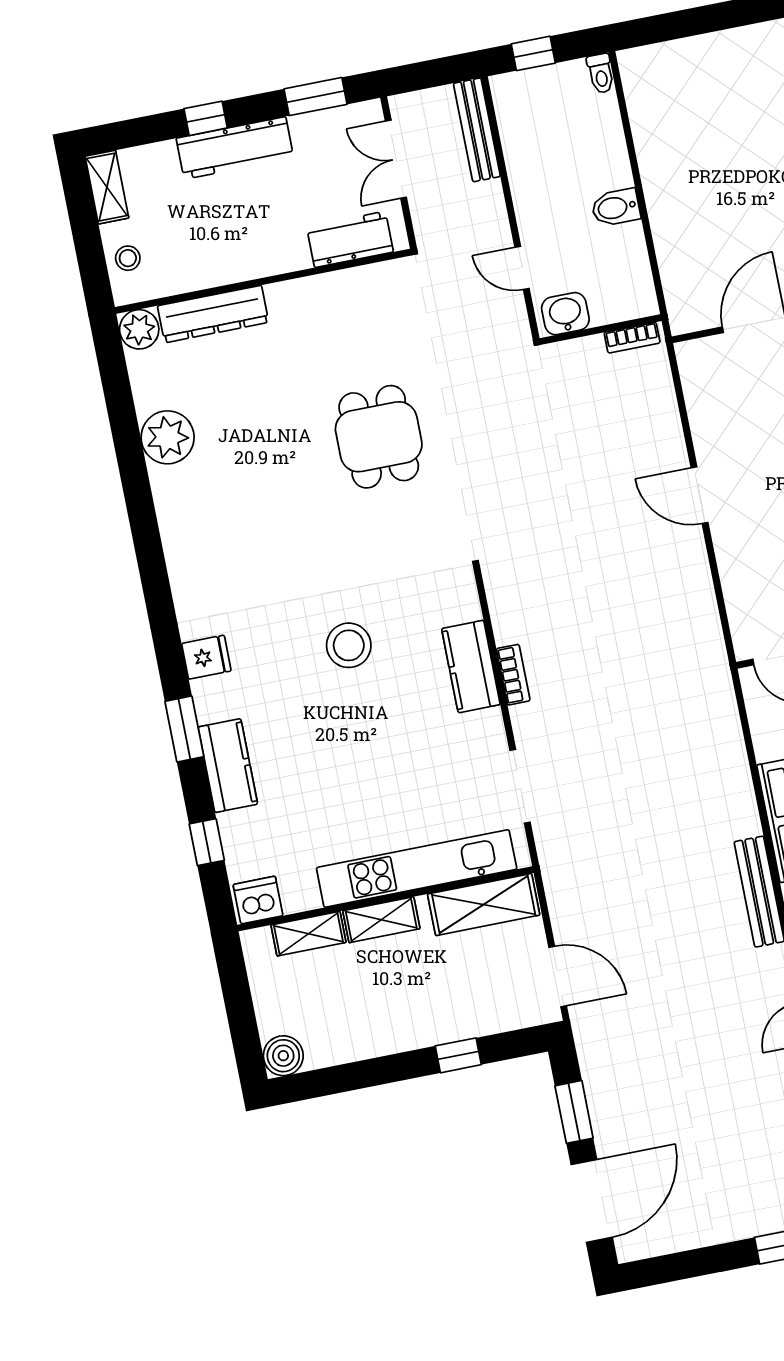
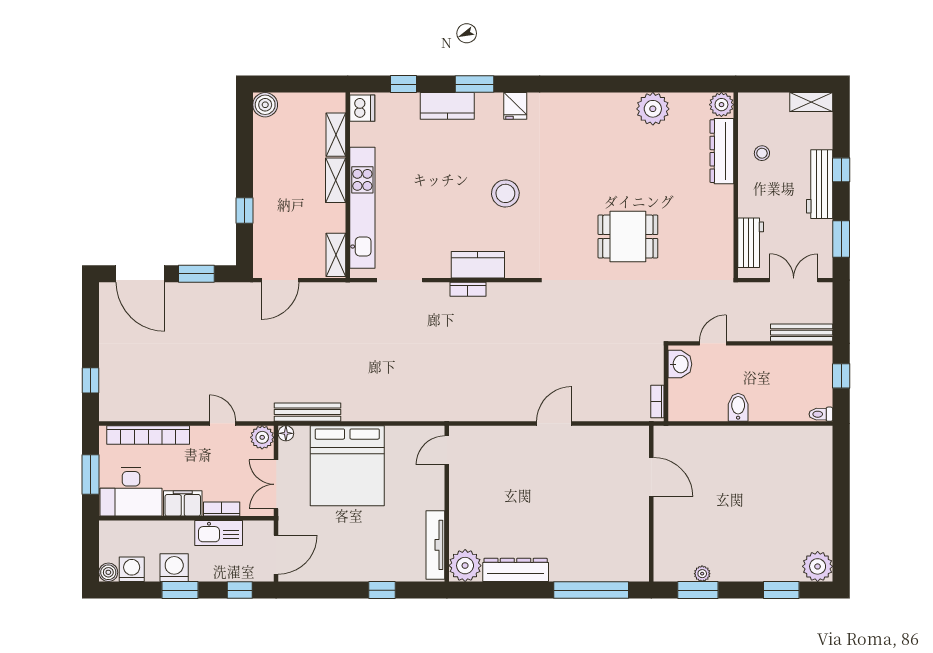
stool: (128, 258) -> (762, 153), moved
shelving: (484, 905) -> (336, 255), width x0.67, depth x0.75

